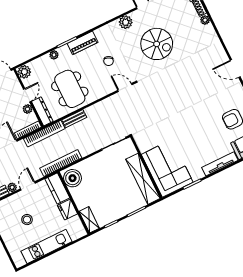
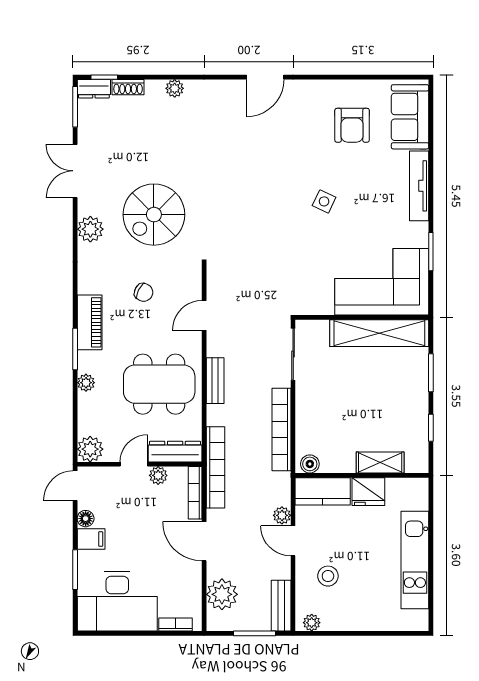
plant: (205, 20) -> (175, 88), moved
spiral stairs: (157, 44) -> (154, 215), moved, turned 180
door: (125, 88) -> (204, 315), moved
door: (27, 95) -> (134, 464), hinge flipped
bench: (74, 119) -> (215, 381), moved
side table: (191, 124) -> (324, 201), added
bookcase: (61, 163) -> (281, 430), moved
boiler: (72, 178) -> (310, 464), width x0.54, depth x0.54
plant: (12, 187) -> (282, 515), moved
stool: (27, 220) -> (328, 576), moved
shelving: (89, 220) -> (380, 462), moved

